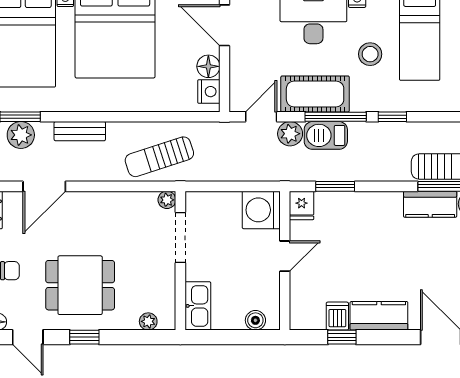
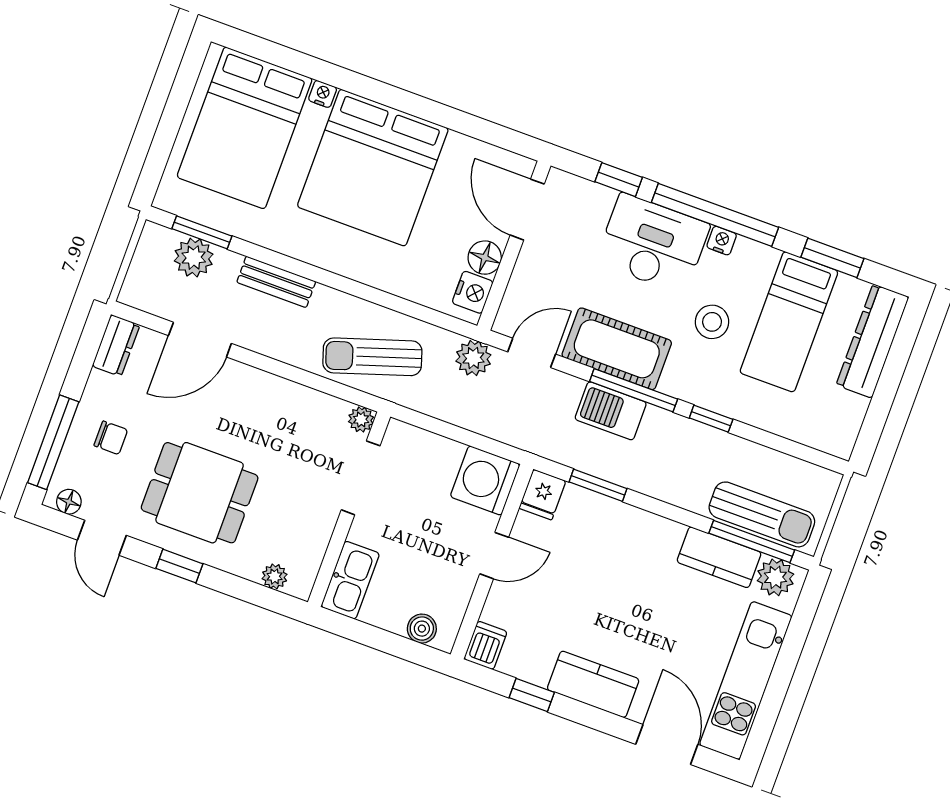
plant: (290, 134) -> (473, 358), moved
dishwasher: (337, 316) -> (485, 645), moved

